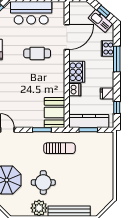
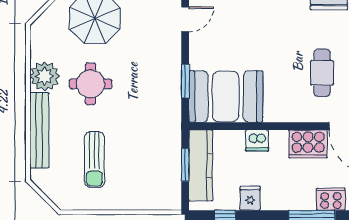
cooker: (77, 72) -> (308, 144), moved
booth: (55, 113) -> (226, 97), width x1.36, depth x1.42
sun lounger: (59, 148) -> (94, 160), moved

